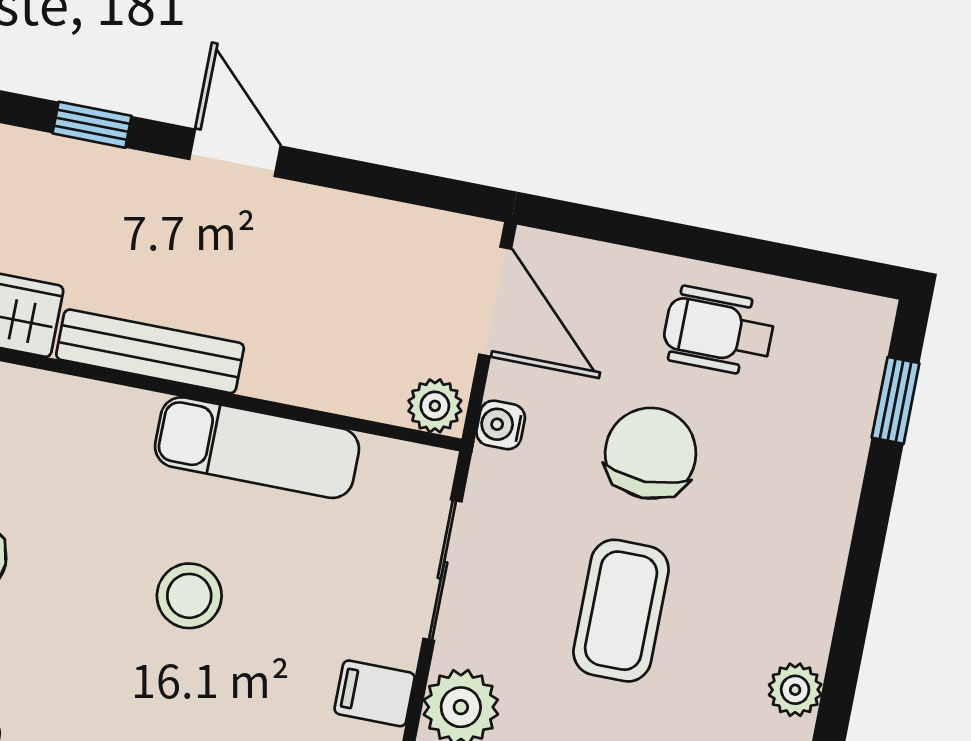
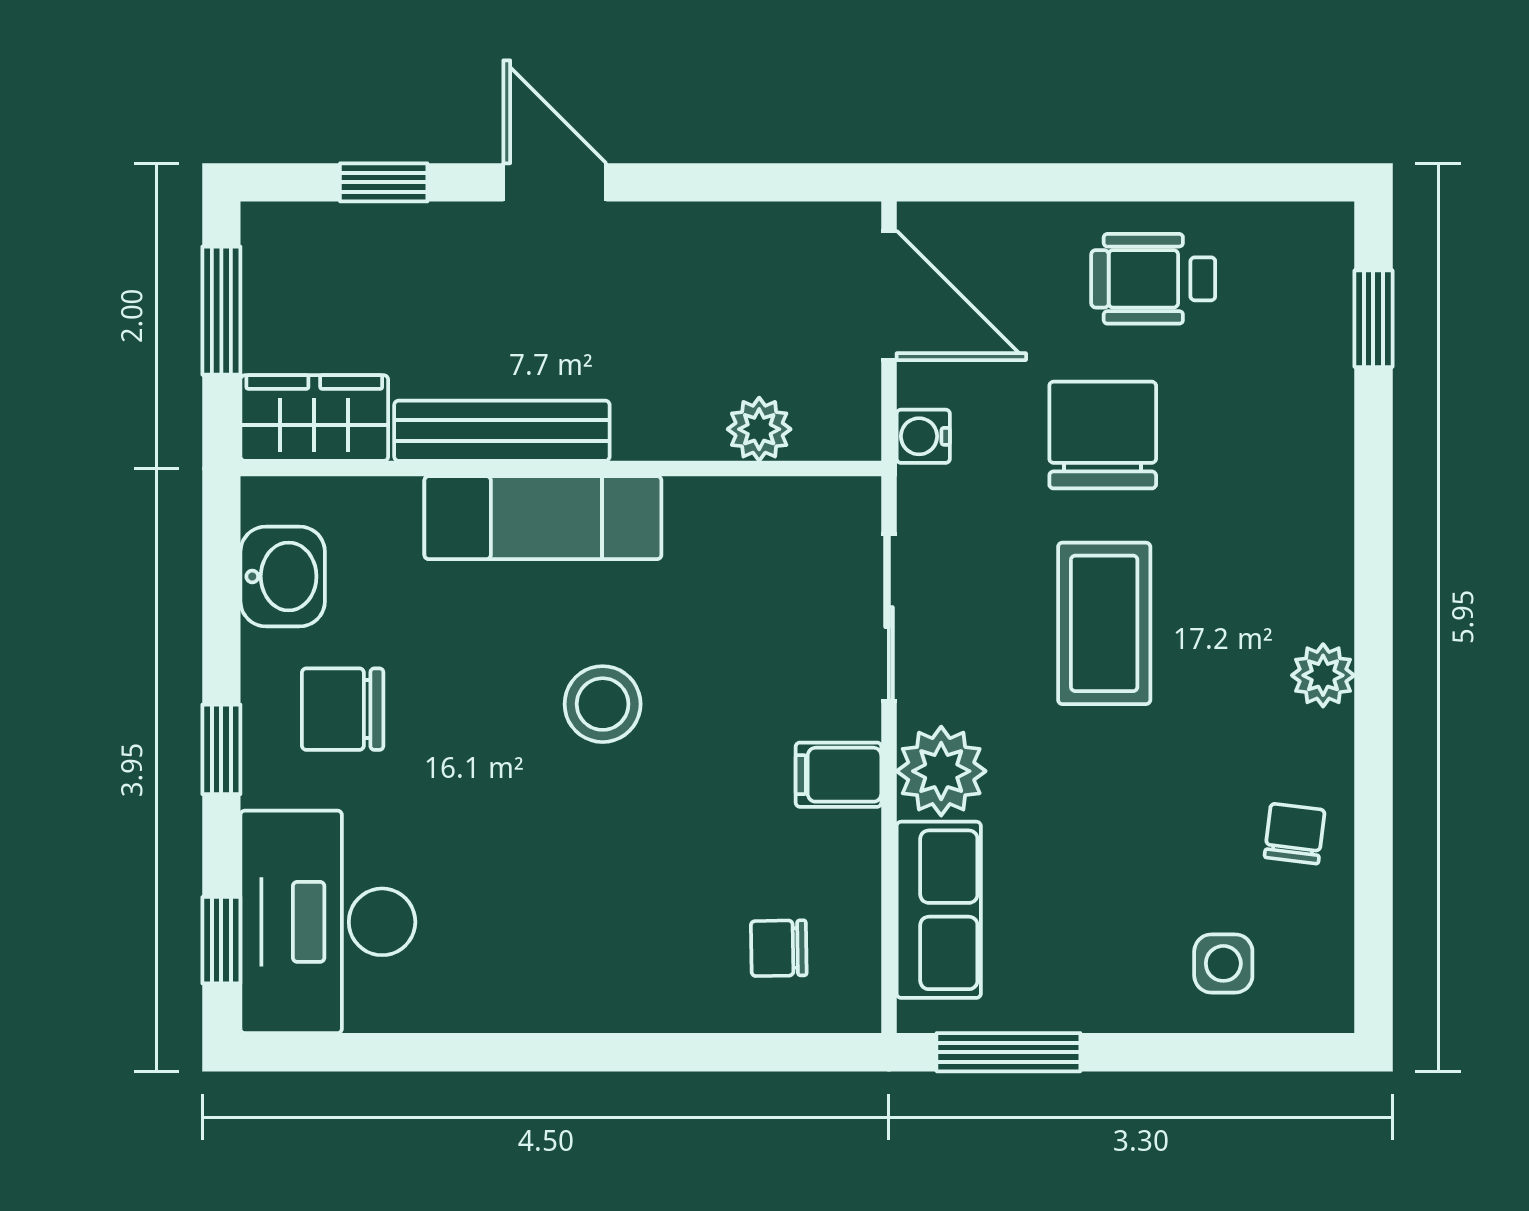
plant: (435, 406) -> (759, 429), moved
exam couch: (257, 448) -> (543, 518), moved

